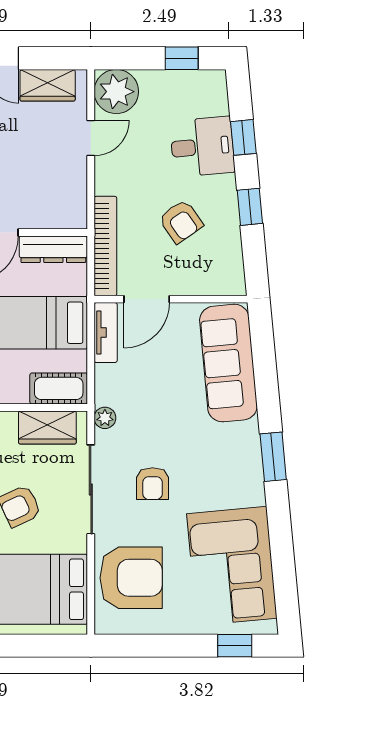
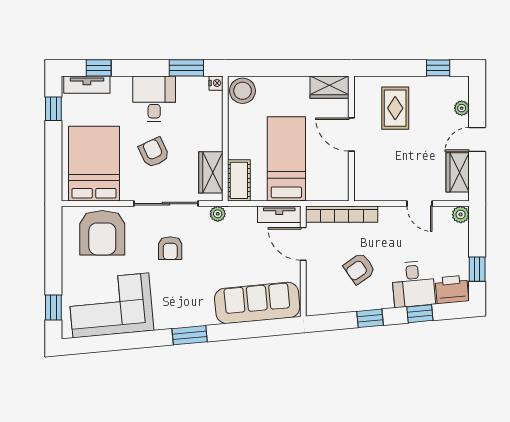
plant: (116, 92) -> (461, 215), width x0.53, depth x0.53
printer: (210, 93) -> (452, 289), added
dresser: (53, 249) -> (339, 177), removed
armchair: (153, 484) -> (170, 248), turned -90

